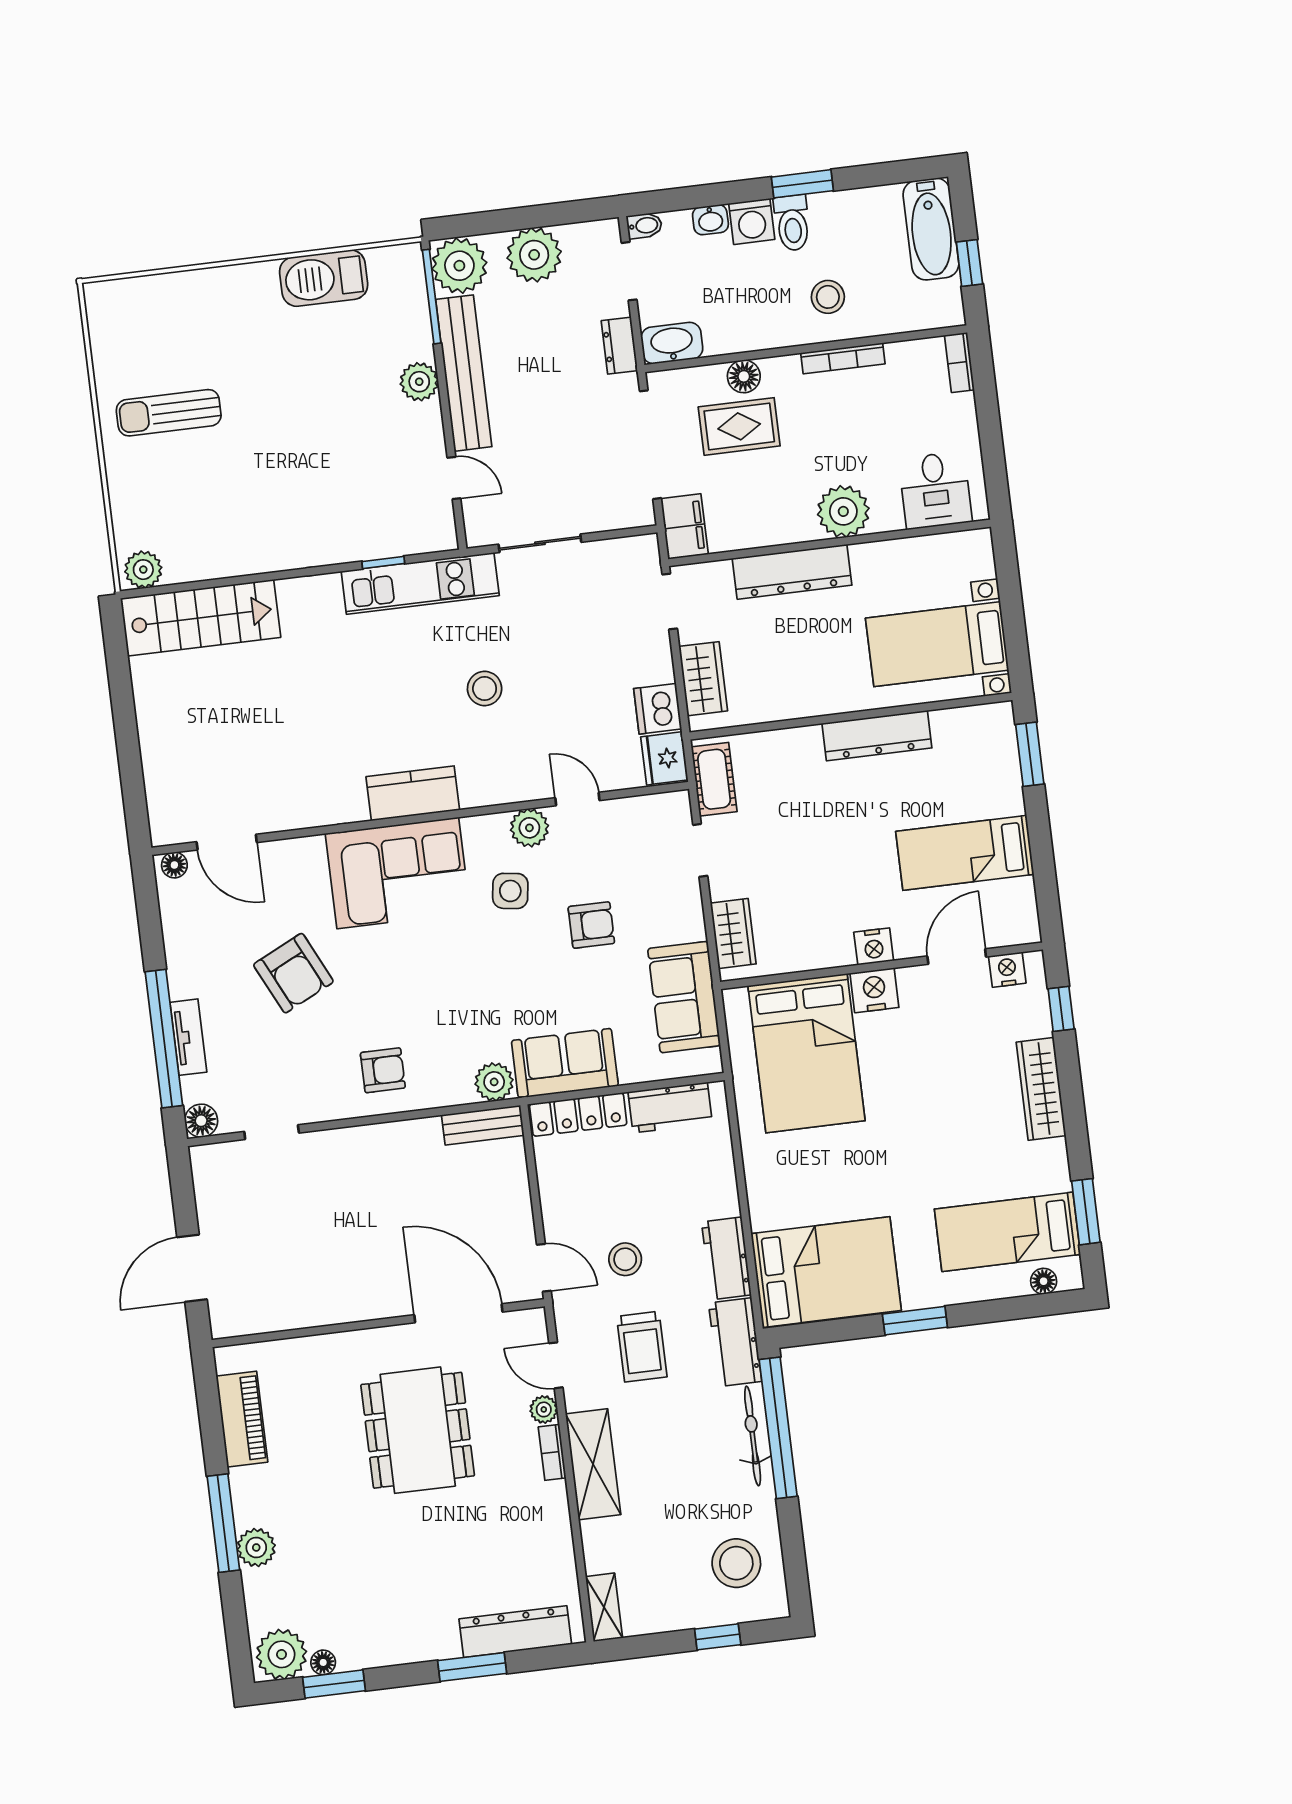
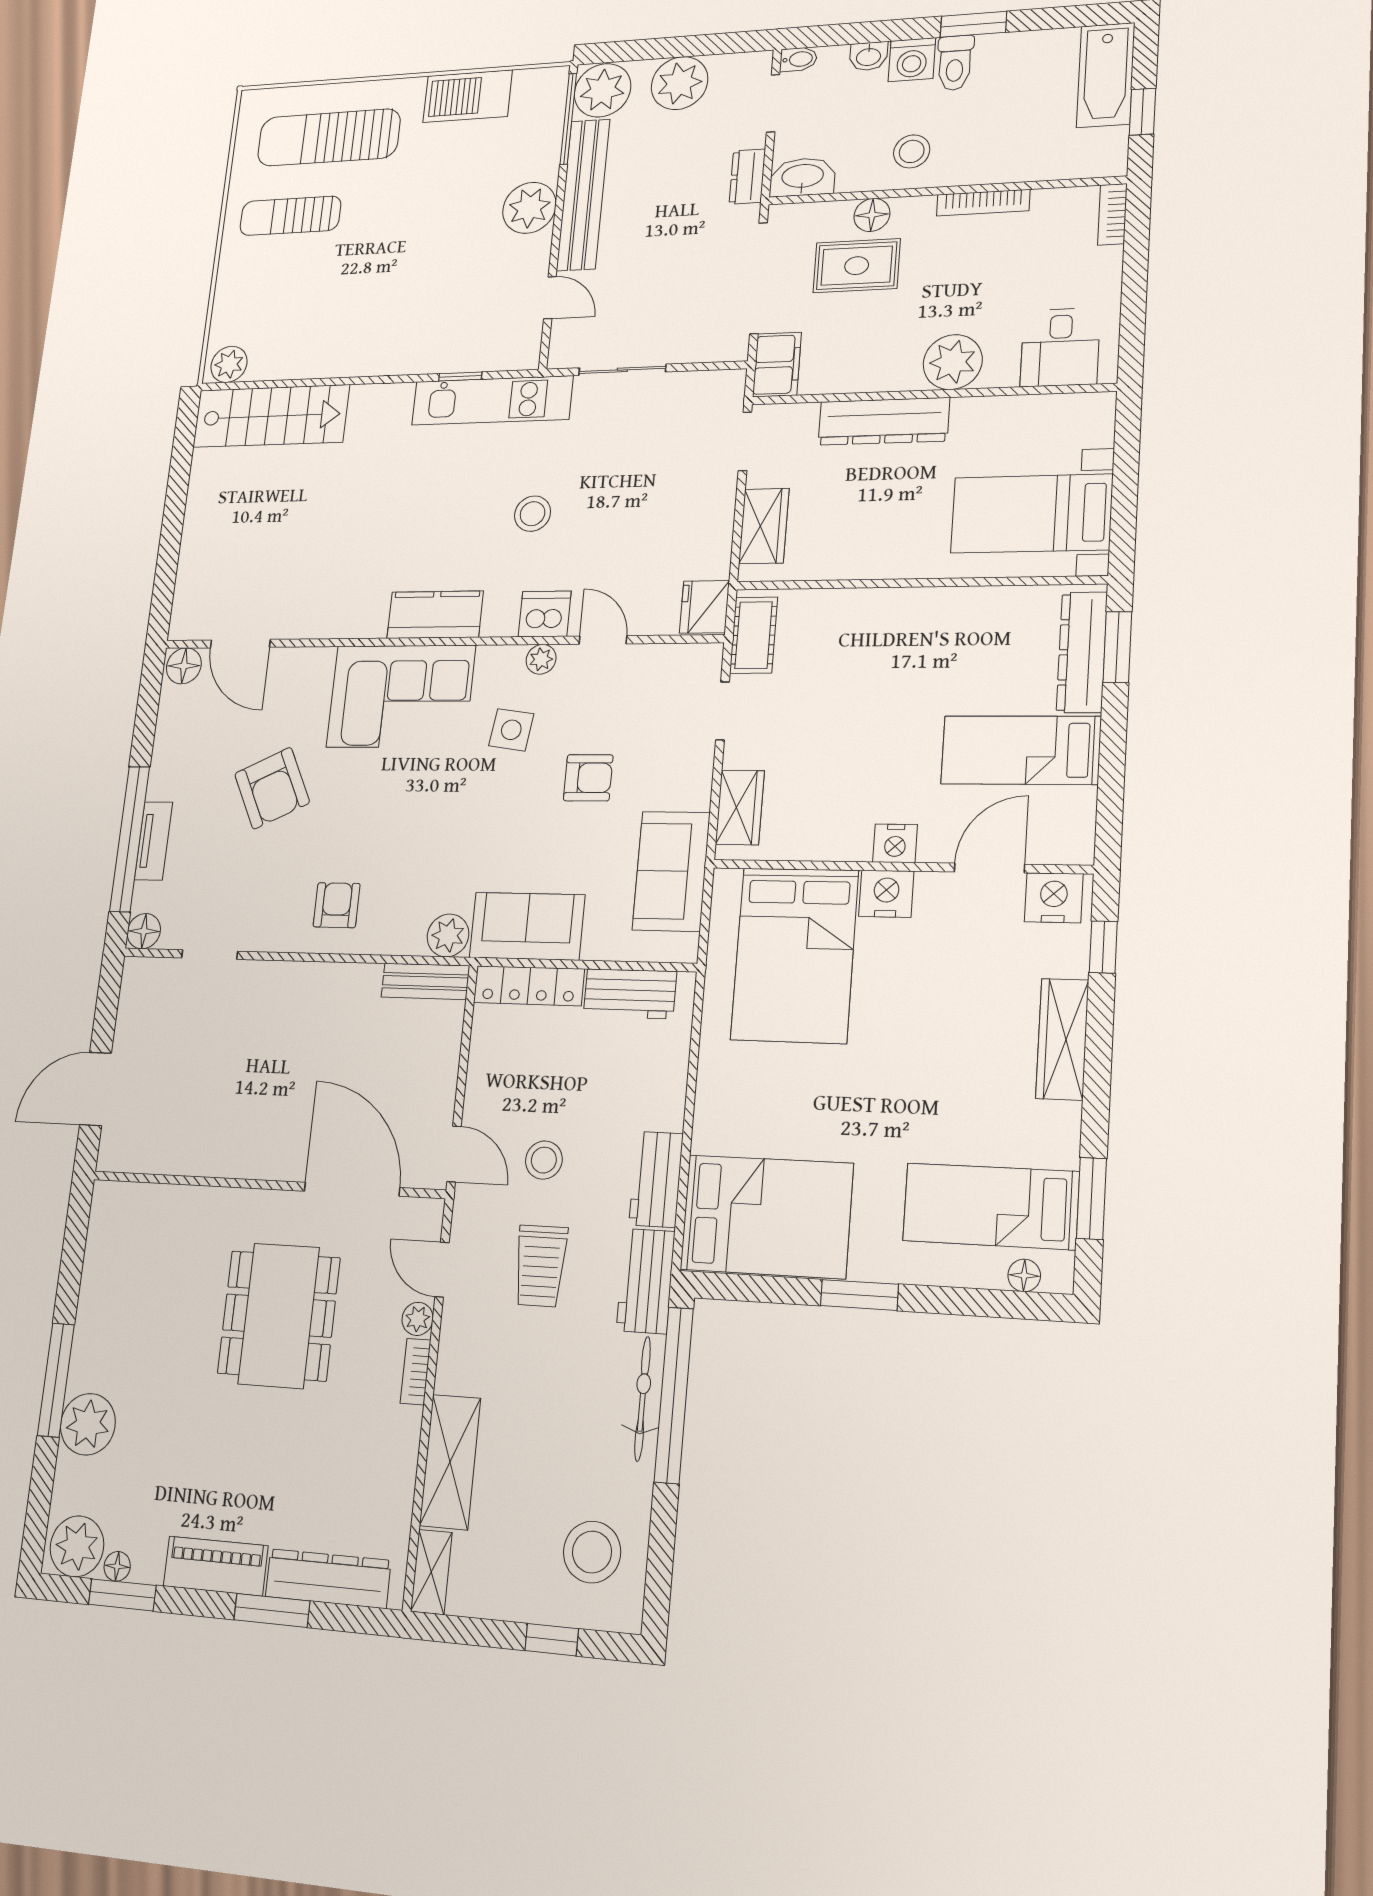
stool: (828, 297) -> (912, 151), moved
sun lounger: (189, 329) -> (329, 138), added
plant: (419, 382) -> (529, 208), width x1.36, depth x1.36
dishwasher: (658, 709) -> (545, 614), moved, turned 90
dresser: (877, 736) -> (1082, 652), moved, turned 90
plant: (529, 828) -> (541, 659), width x0.73, depth x0.73
floor lamp: (174, 865) -> (184, 666), width x1.37, depth x1.37
nightstand: (1007, 970) -> (1054, 898), width x1.36, depth x1.33
armchair: (383, 1070) -> (337, 905), turned -90
piano: (242, 1419) -> (216, 1566), moved, turned -90
shelving: (593, 1464) -> (450, 1462), moved
plant: (256, 1547) -> (88, 1424), width x1.36, depth x1.36

